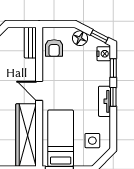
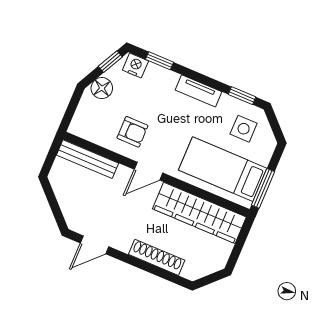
bench: (30, 43) -> (87, 159), width x1.36
armchair: (54, 48) -> (132, 132), moved
window: (113, 97) -> (242, 96), moved

